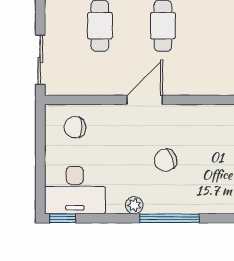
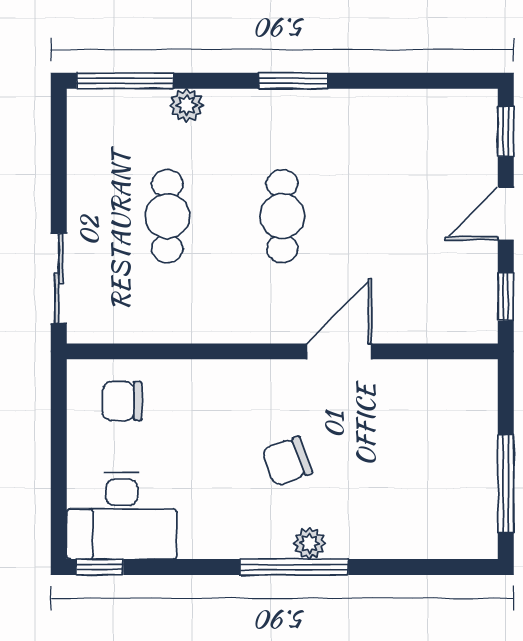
door: (145, 100) -> (339, 351), moved
plant: (134, 205) -> (309, 543), moved

